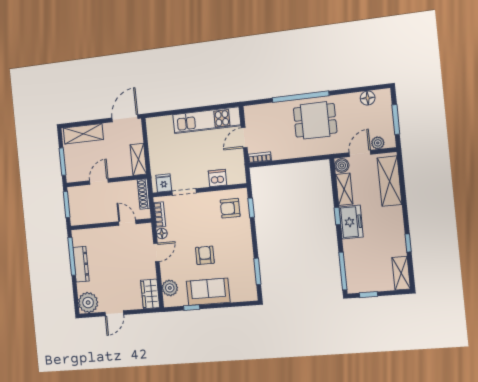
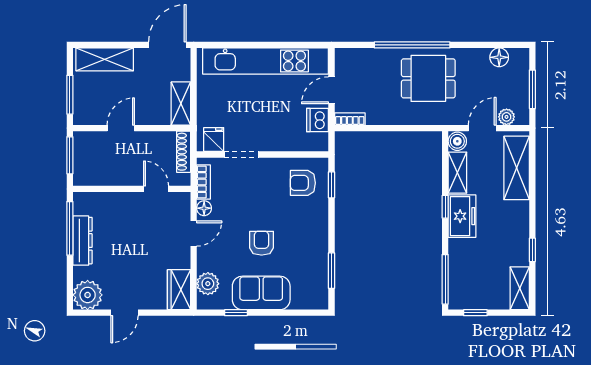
kitchen unit: (207, 120) -> (266, 61), width x1.36
dishwasher: (217, 178) -> (318, 120), moved, turned -90

